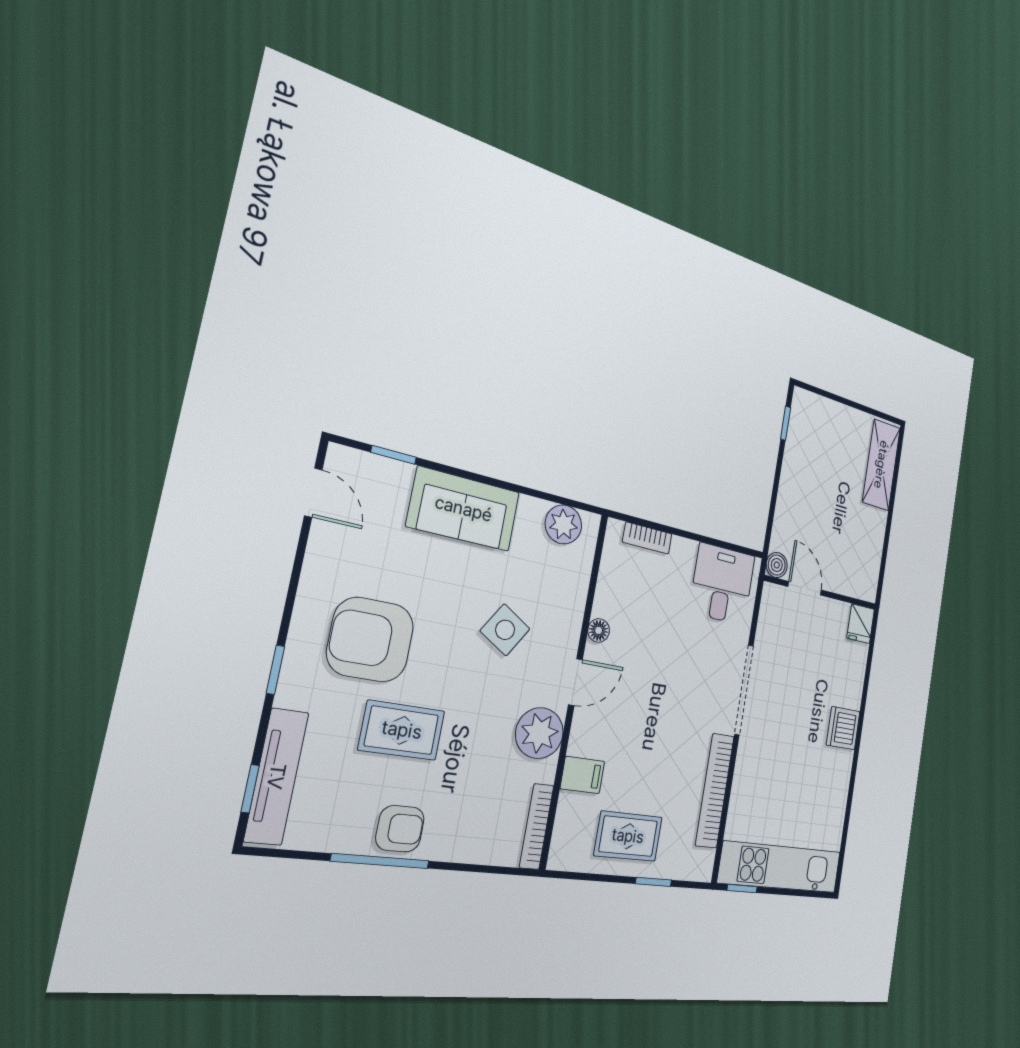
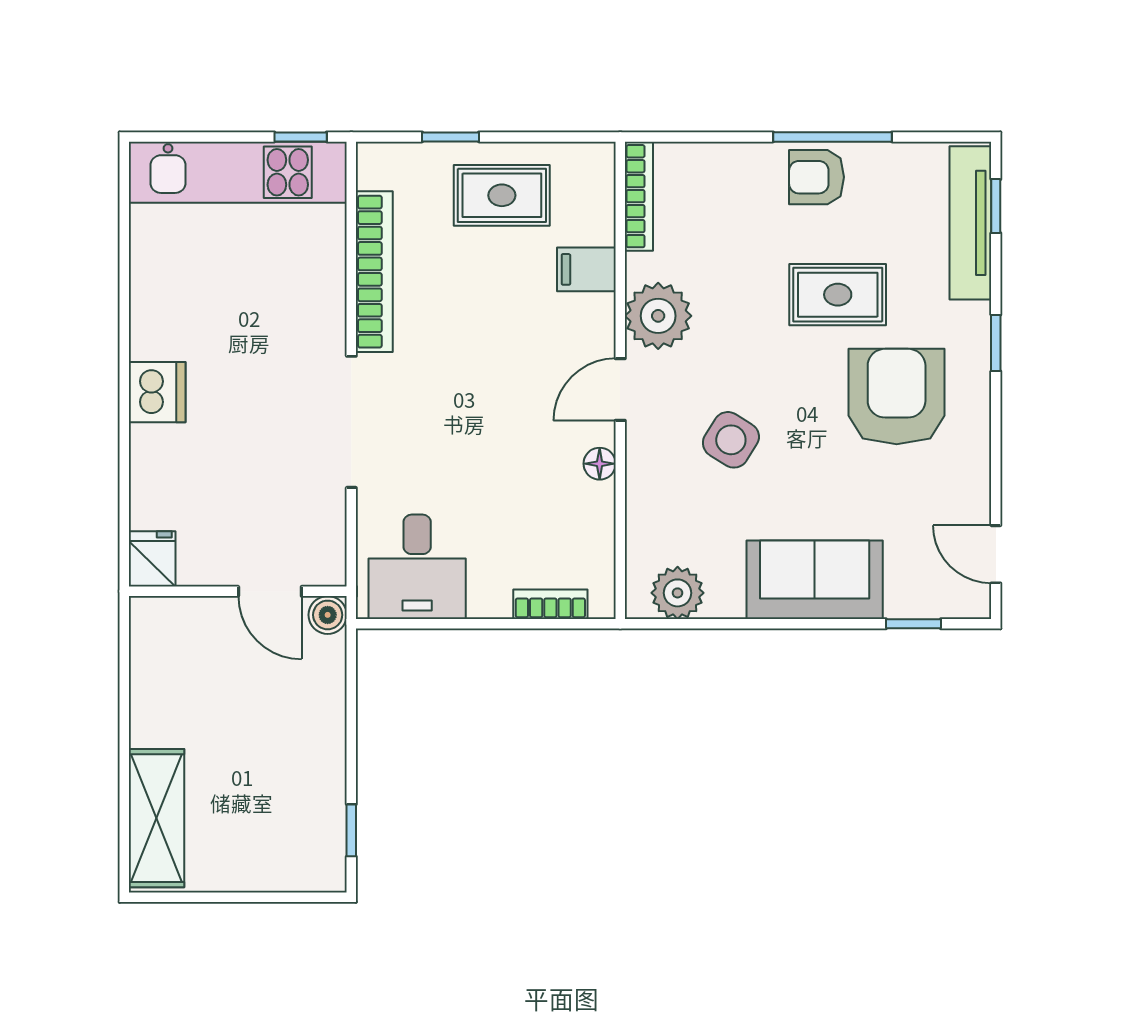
armchair: (370, 640) -> (897, 397), turned -90

